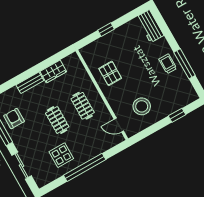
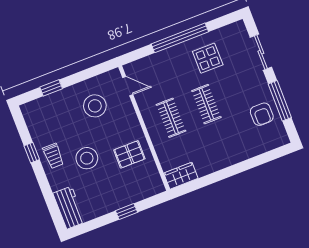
window: (185, 64) -> (32, 153), width x0.46
stool: (142, 66) -> (87, 158), added
wardrobe: (53, 72) -> (181, 176), moved
pallet: (110, 73) -> (129, 154), turned 90
bench: (30, 83) -> (235, 157), removed

